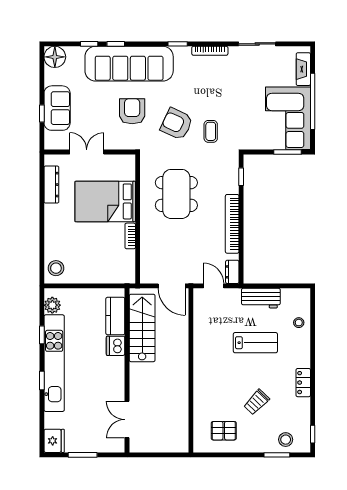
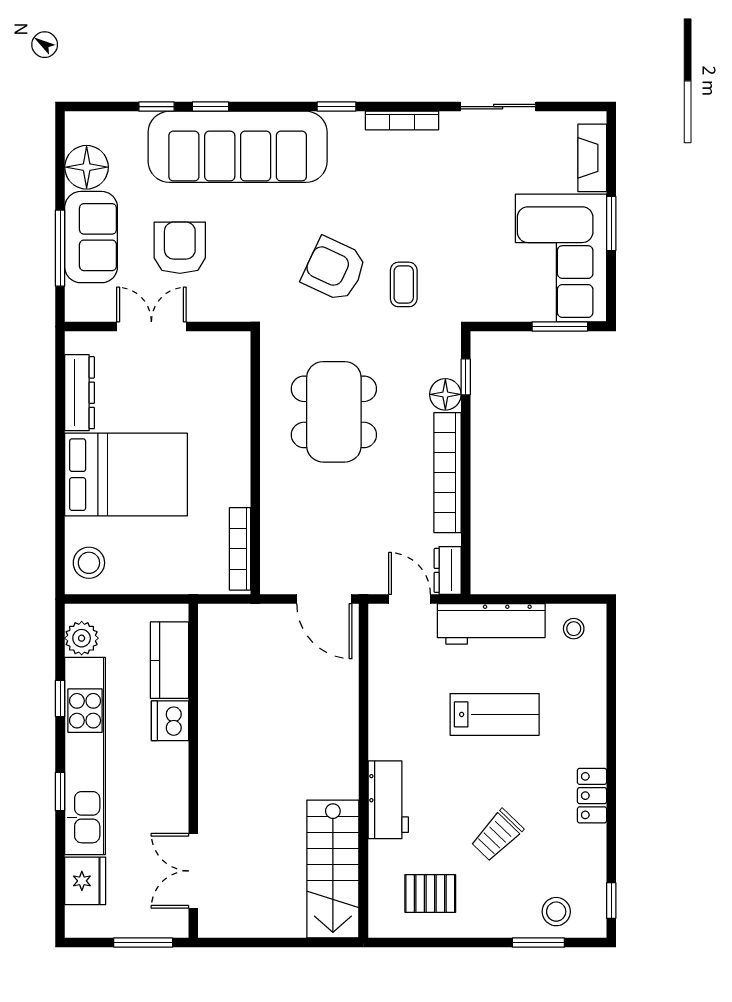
floor lamp: (55, 57) -> (87, 167), moved
window: (313, 101) -> (611, 224), width x0.47
armchair: (132, 111) -> (180, 248), moved
window: (42, 114) -> (60, 248), width x2.17
floor lamp: (231, 185) -> (445, 394), added
bed: (105, 201) -> (126, 475), moved, turned 180
bookcase: (130, 236) -> (240, 549), moved, width x1.56
workbench: (261, 298) -> (491, 624), width x1.38
kitchen counter: (115, 316) -> (169, 660), moved
stool: (299, 323) -> (574, 629), moved
stairs: (142, 328) -> (333, 869), moved, turned 180
dishwasher: (116, 346) -> (170, 721), moved
wall: (127, 370) -> (193, 771), moved
workbench: (203, 385) -> (388, 800), added
double door: (127, 420) -> (193, 871), moved
fridge: (54, 441) -> (85, 881), moved

